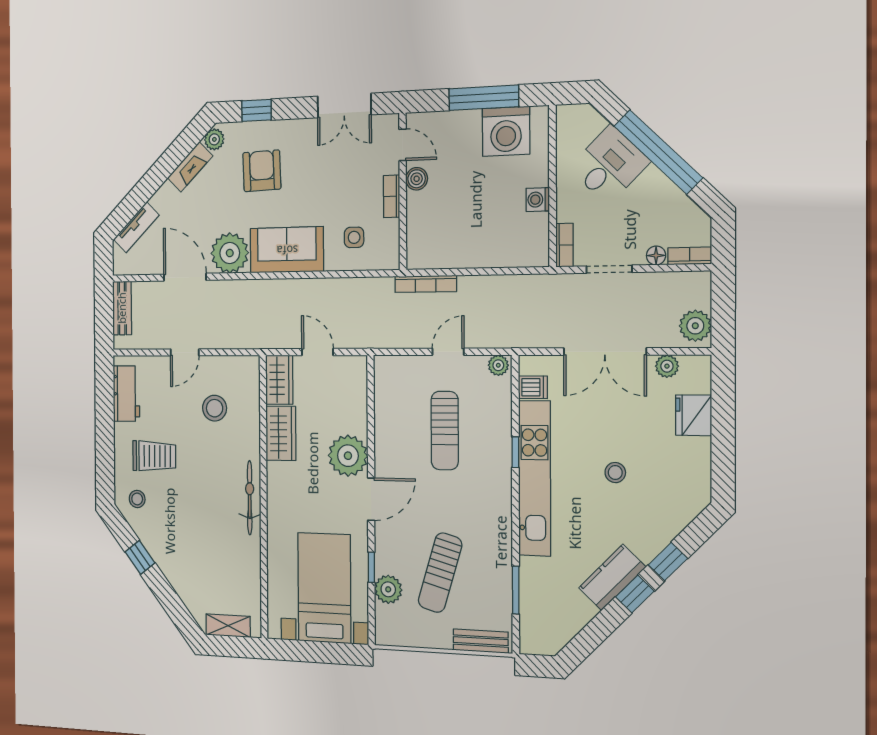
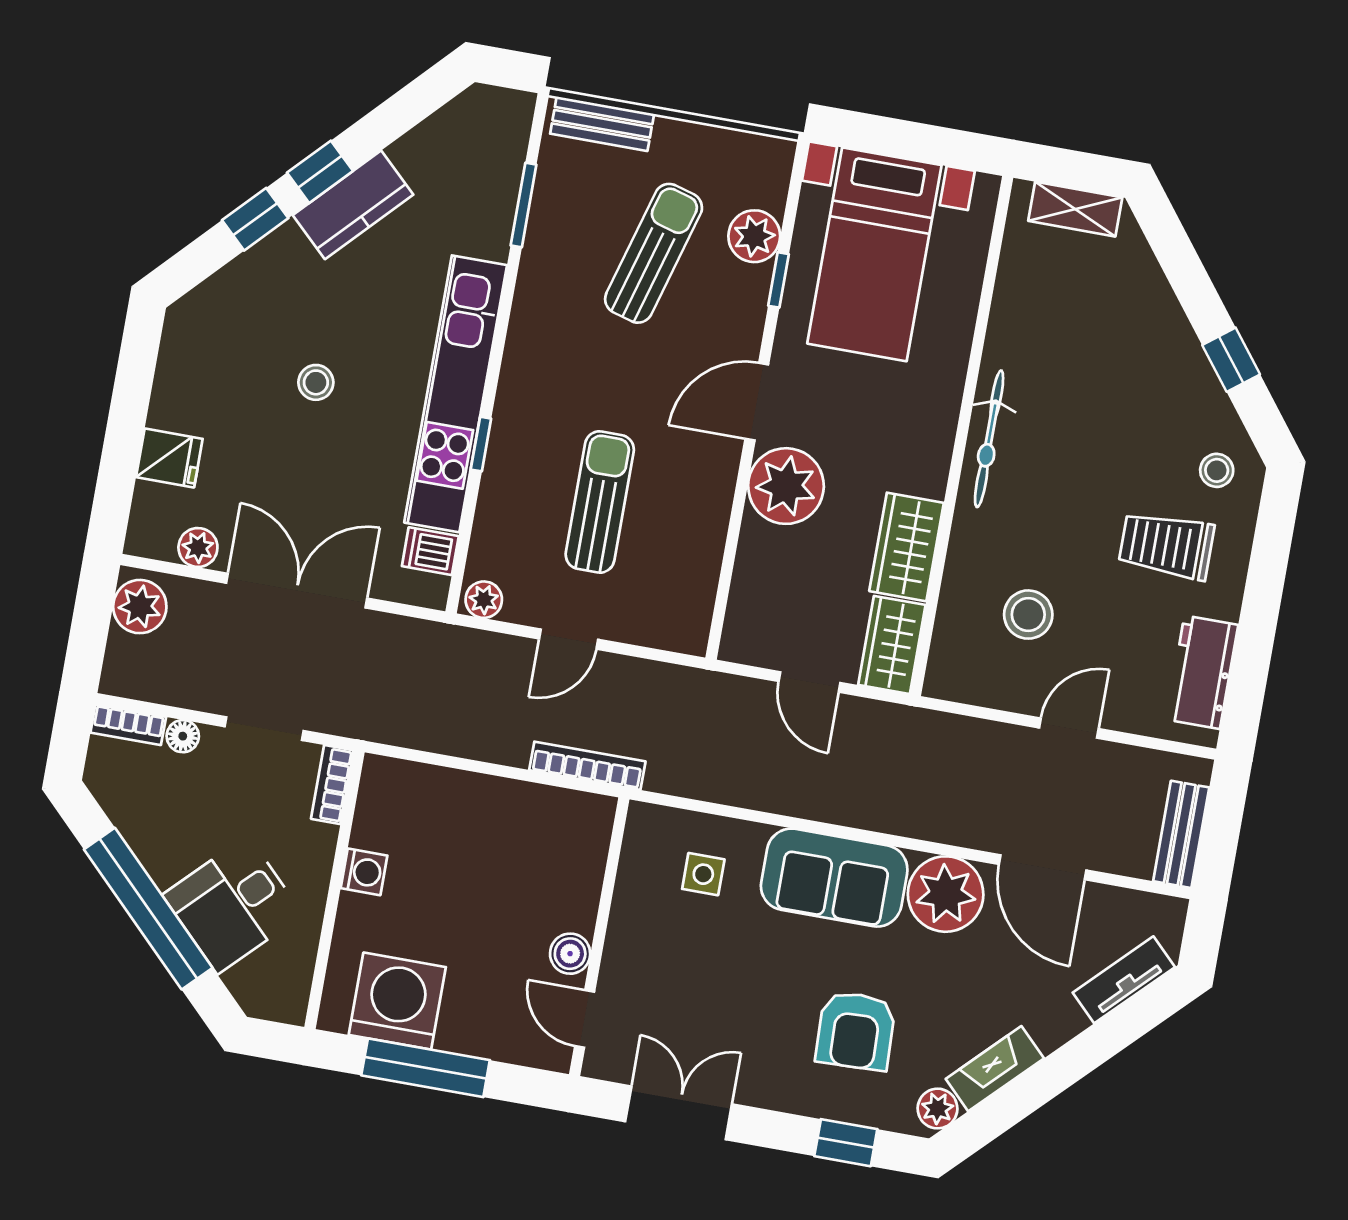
bookcase: (392, 196) -> (621, 932), removed
fridge: (694, 415) -> (169, 458), width x0.72

